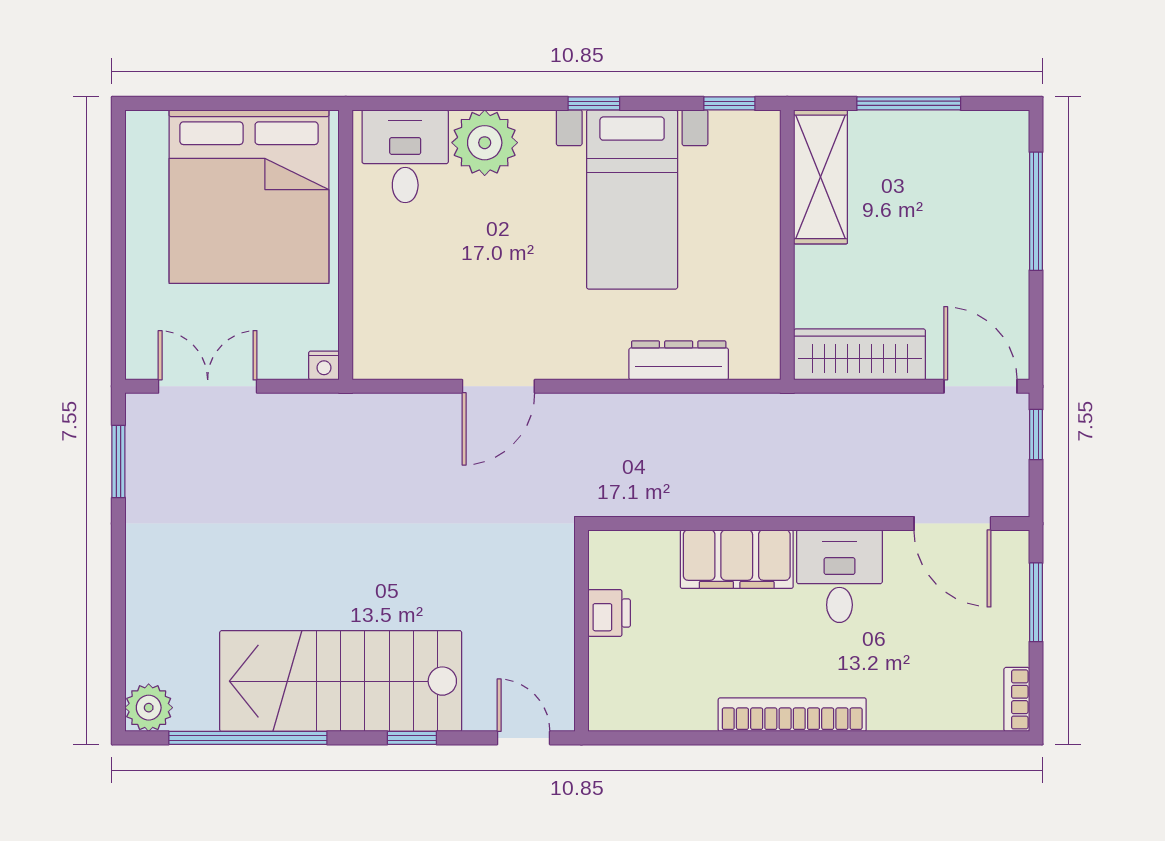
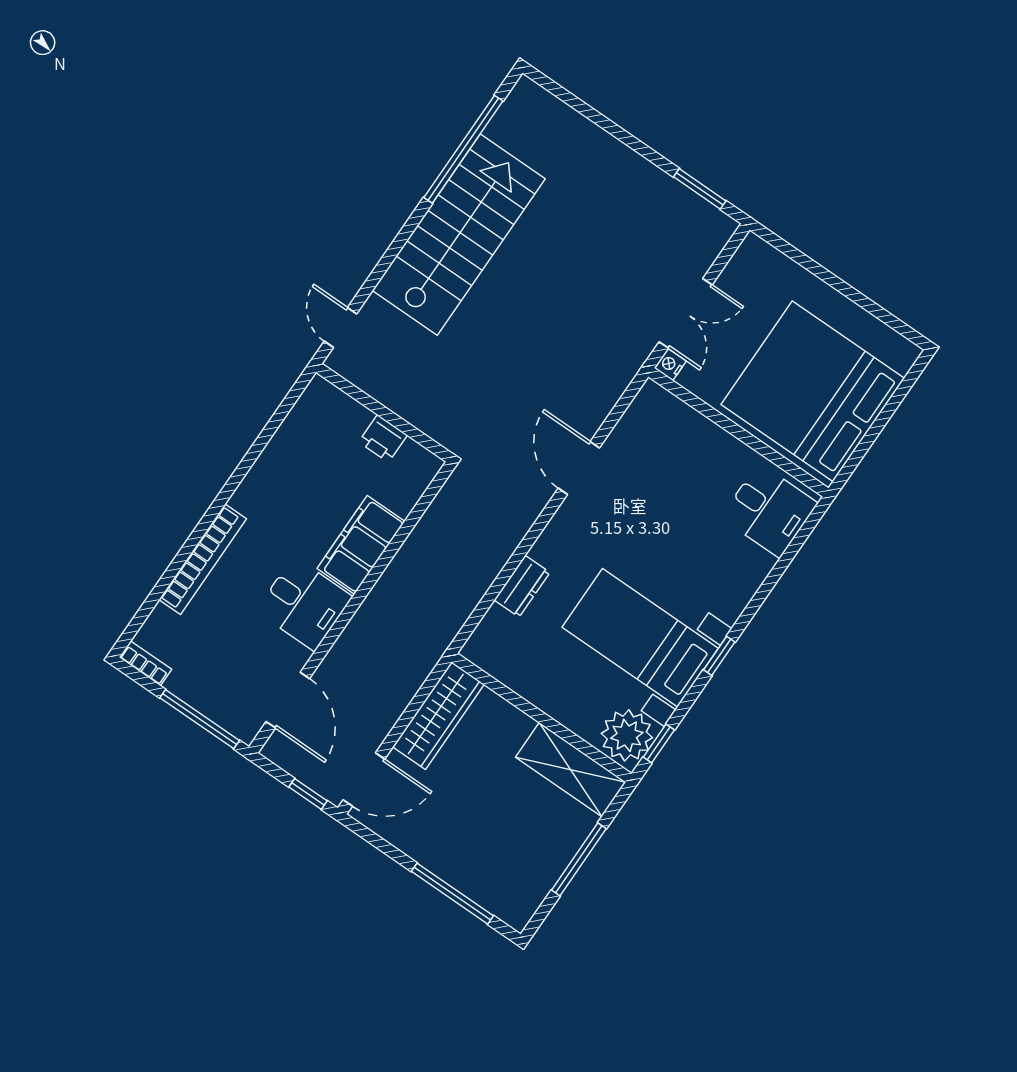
plant: (485, 143) -> (627, 735), moved
dresser: (679, 360) -> (522, 586), width x0.70
double door: (208, 386) -> (686, 313), moved
door: (952, 524) -> (288, 700), swing flipped
window: (1036, 602) -> (200, 719), width x1.44
plant: (149, 708) -> (527, 99), removed
bookcase: (792, 715) -> (203, 559), moved
window: (412, 738) -> (390, 255), removed
door: (524, 738) -> (340, 327), swing flipped

